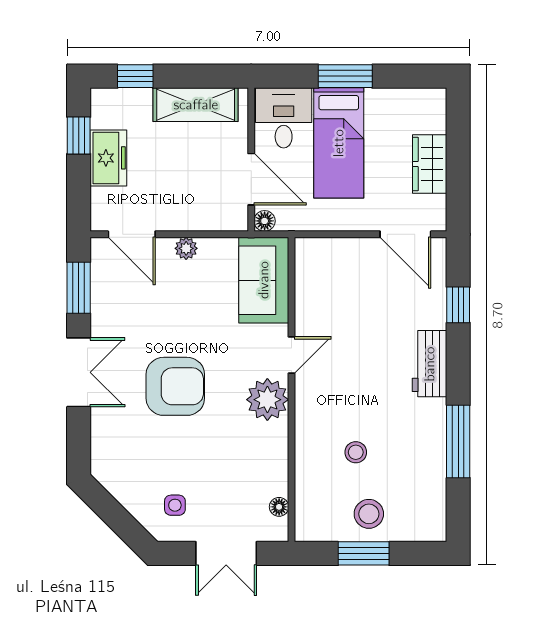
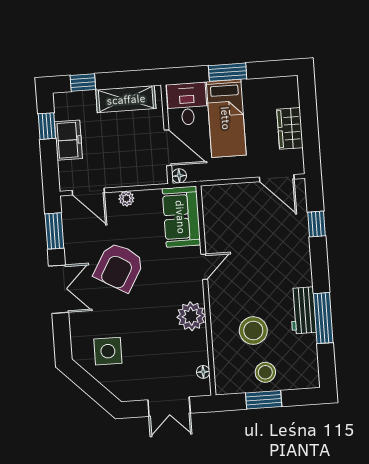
workbench: (430, 364) -> (303, 310), moved
armchair: (175, 386) -> (119, 267), moved, turned 120
plant: (267, 400) -> (191, 316), moved
stool: (356, 452) -> (253, 331), width x1.89, depth x1.89
side table: (175, 505) -> (108, 351), moved, width x1.87, depth x1.87

